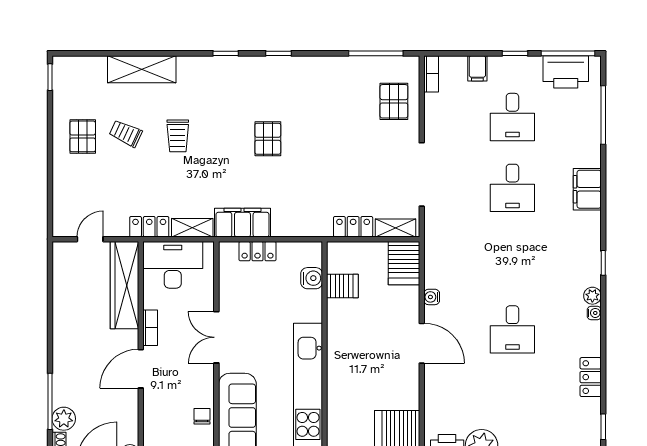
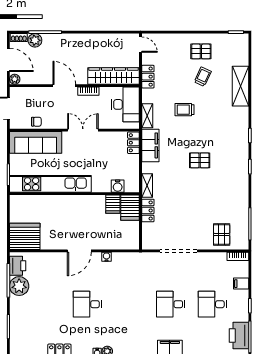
pallet: (394, 101) -> (222, 234), turned 90
trolley: (178, 136) -> (185, 110), moved
locker: (149, 227) -> (148, 77), moved
shelving: (396, 228) -> (147, 186), moved
door: (90, 239) -> (140, 45), moved
locker: (258, 251) -> (133, 143), moved
server rack: (404, 263) -> (130, 208), moved, turned -90

